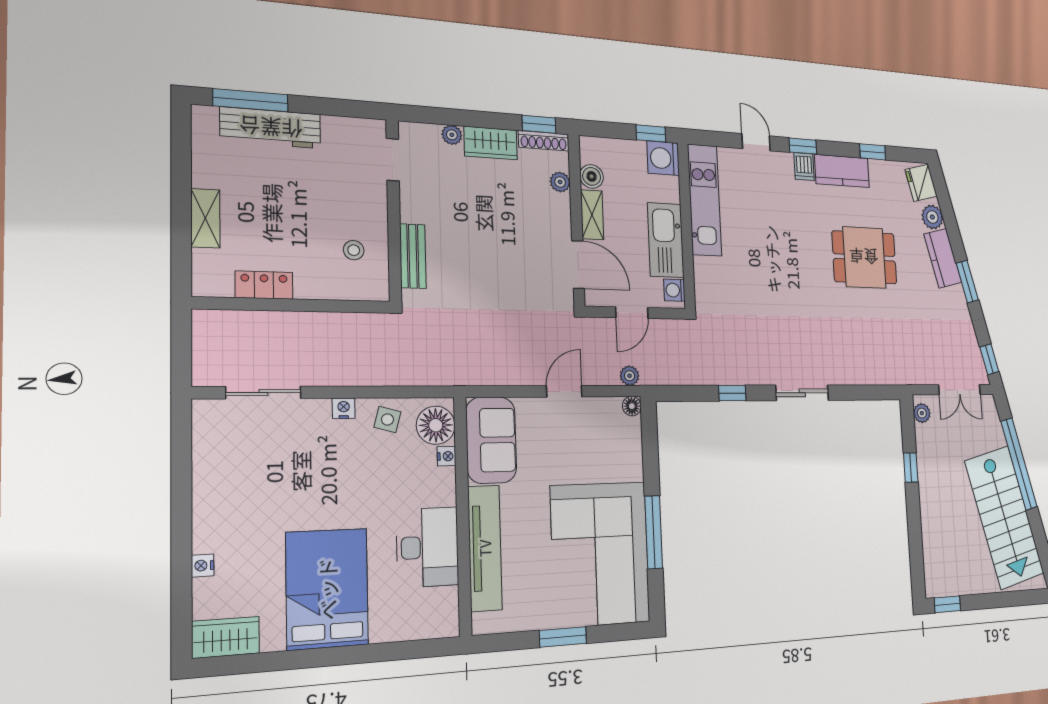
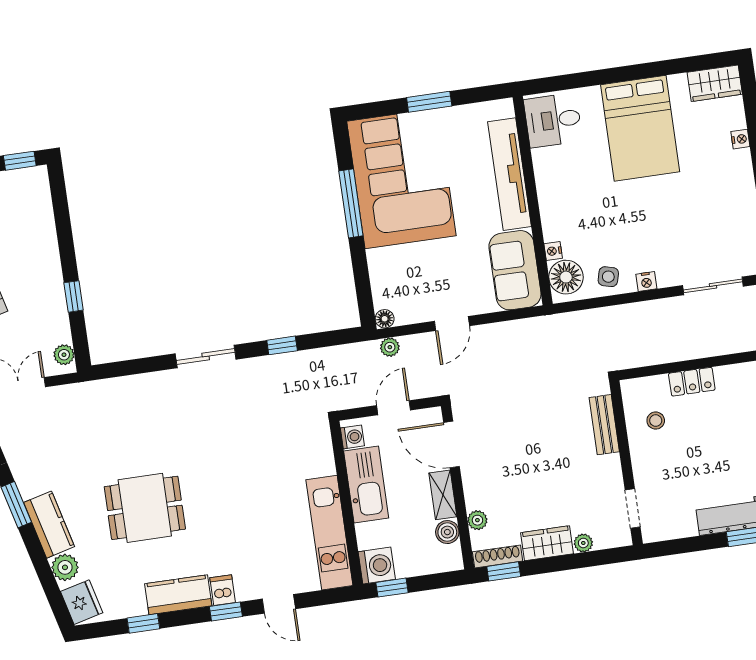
locker: (264, 285) -> (692, 382), moved
desk: (427, 547) -> (553, 120), moved, width x0.73

